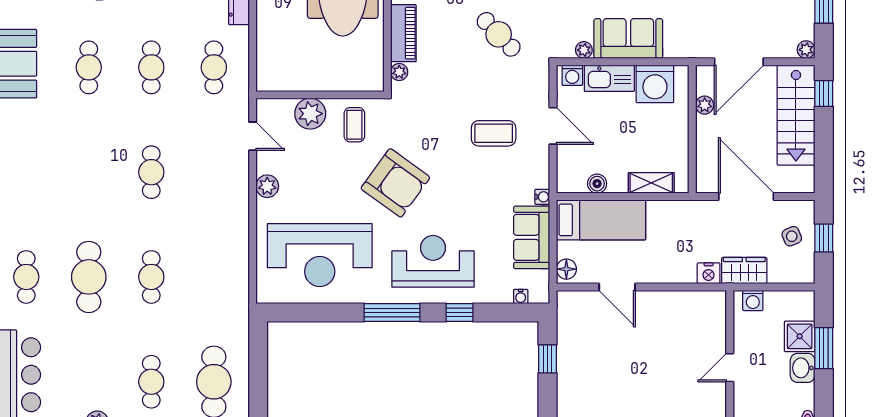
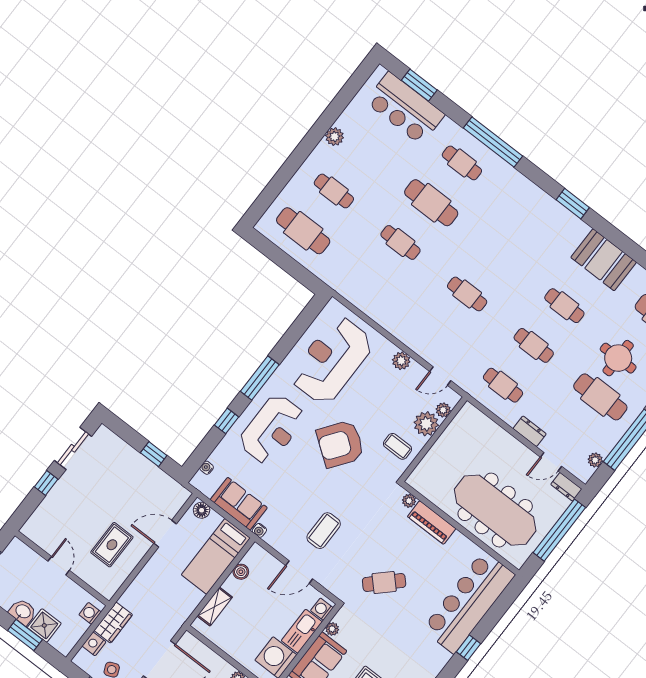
plant: (284, 107) -> (443, 410), added
nightstand: (709, 273) -> (94, 644), moved
rug: (669, 331) -> (112, 545), added

